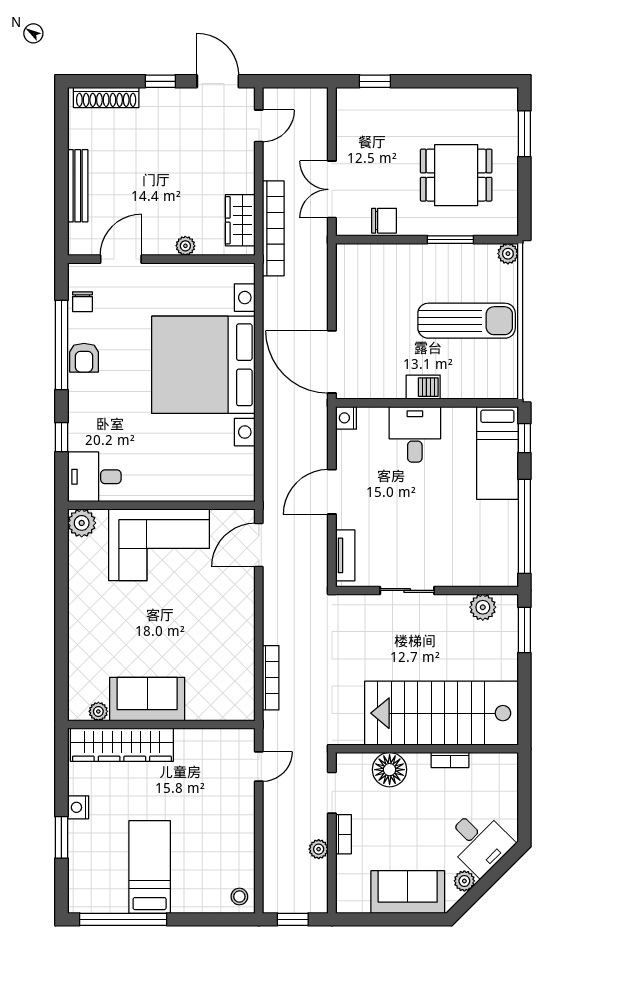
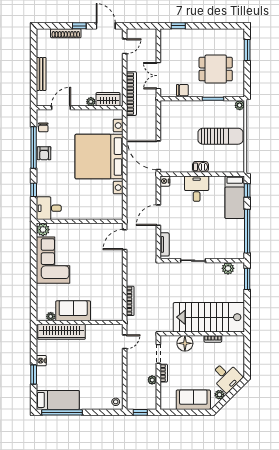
shoe rack: (106, 97) -> (66, 33), moved
wardrobe: (240, 220) -> (108, 99), moved, turned 90
corner sofa: (159, 545) -> (53, 260), moved, turned -90
bed: (150, 867) -> (58, 400), moved, turned 90

